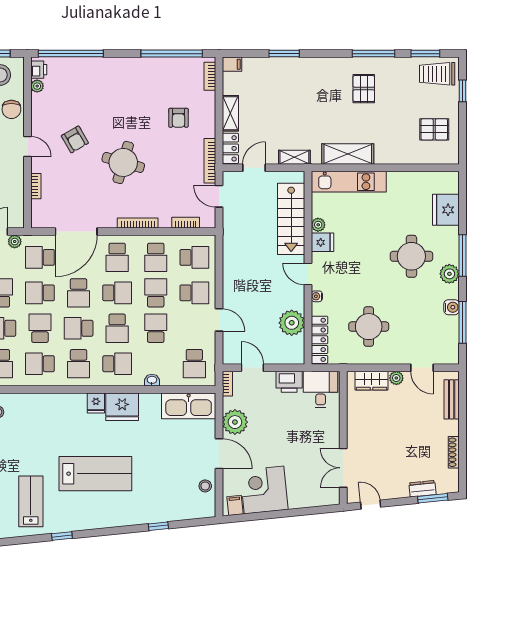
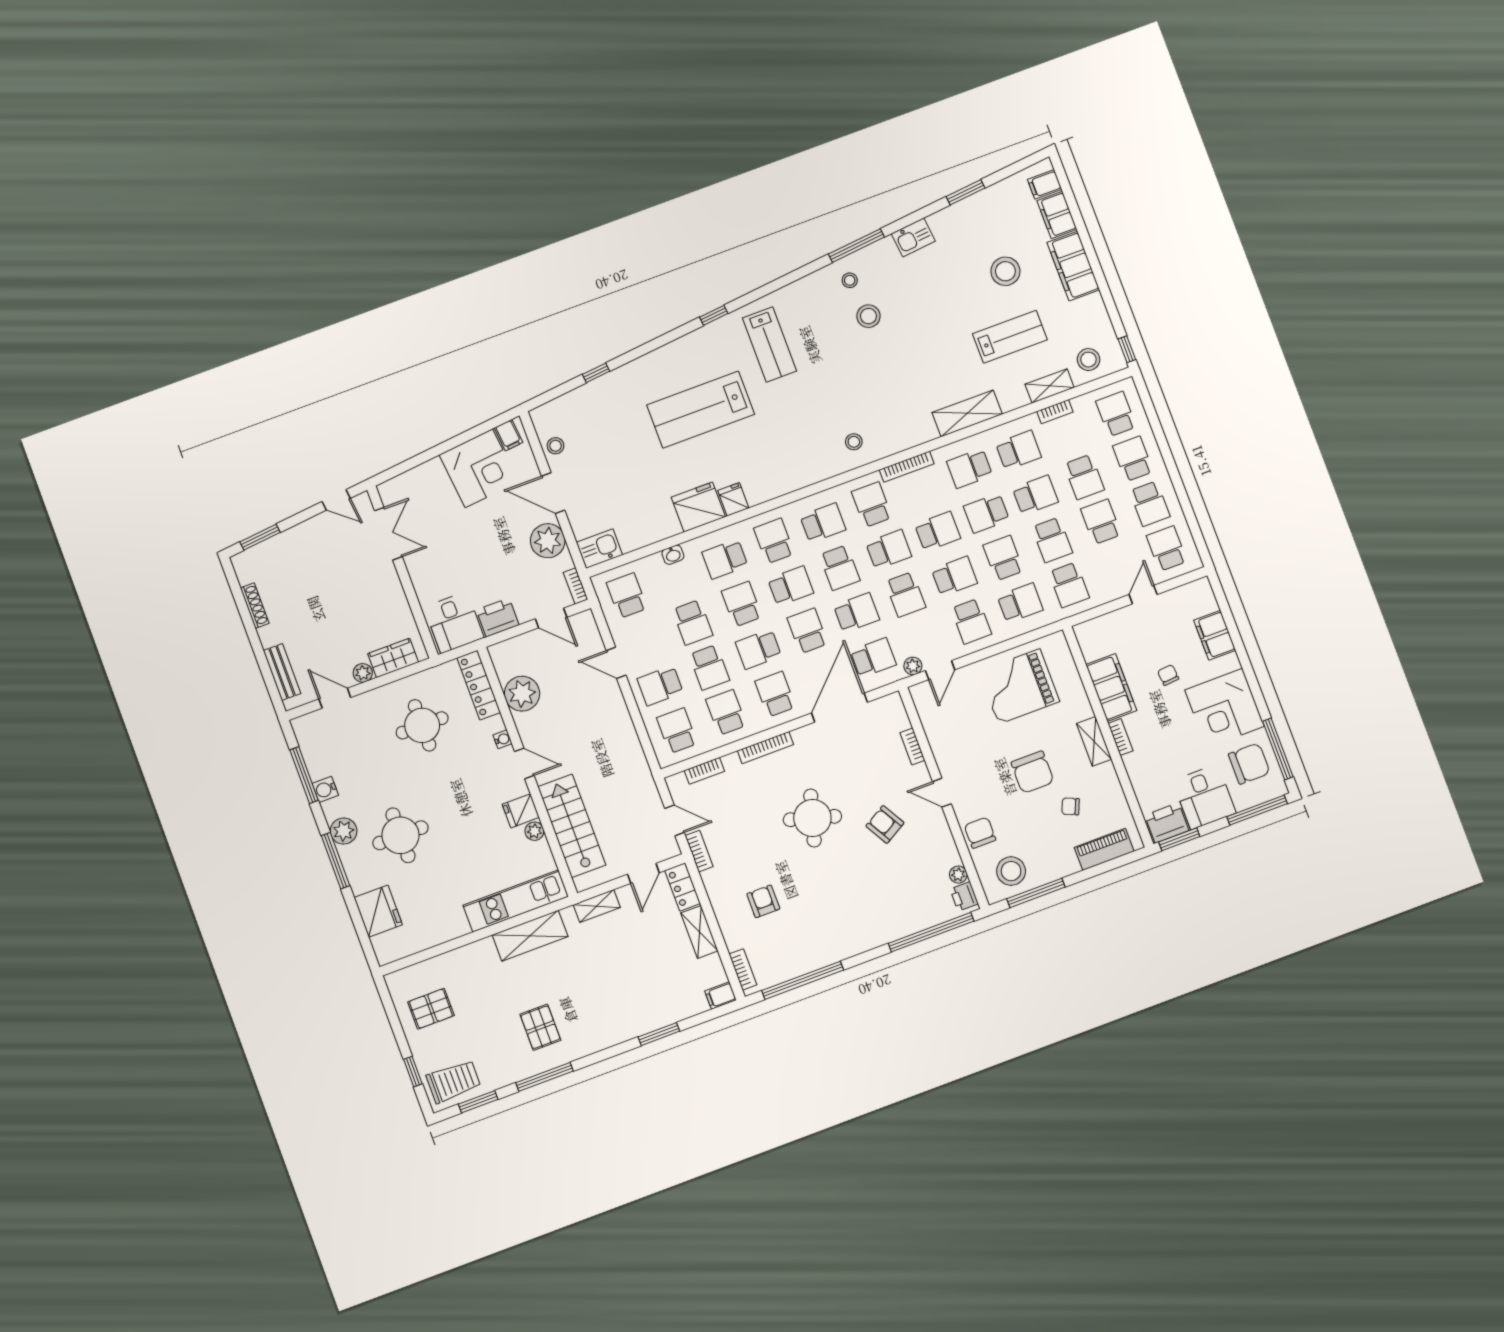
bookcase: (210, 161) -> (699, 851), width x0.64
school desk: (194, 257) -> (677, 731), turned 90
kitchen sink: (189, 406) -> (599, 549), width x0.53, depth x0.81
dresser: (422, 489) -> (278, 545), removed

